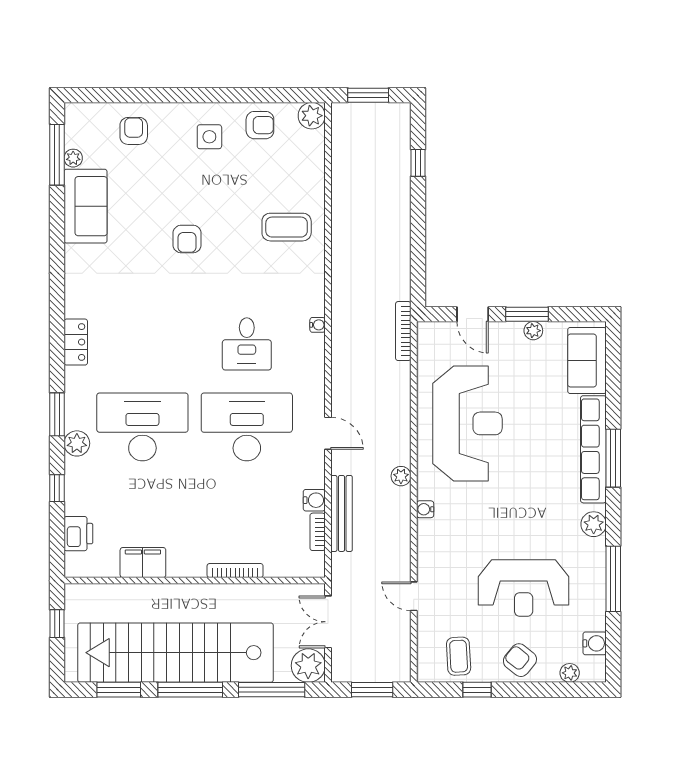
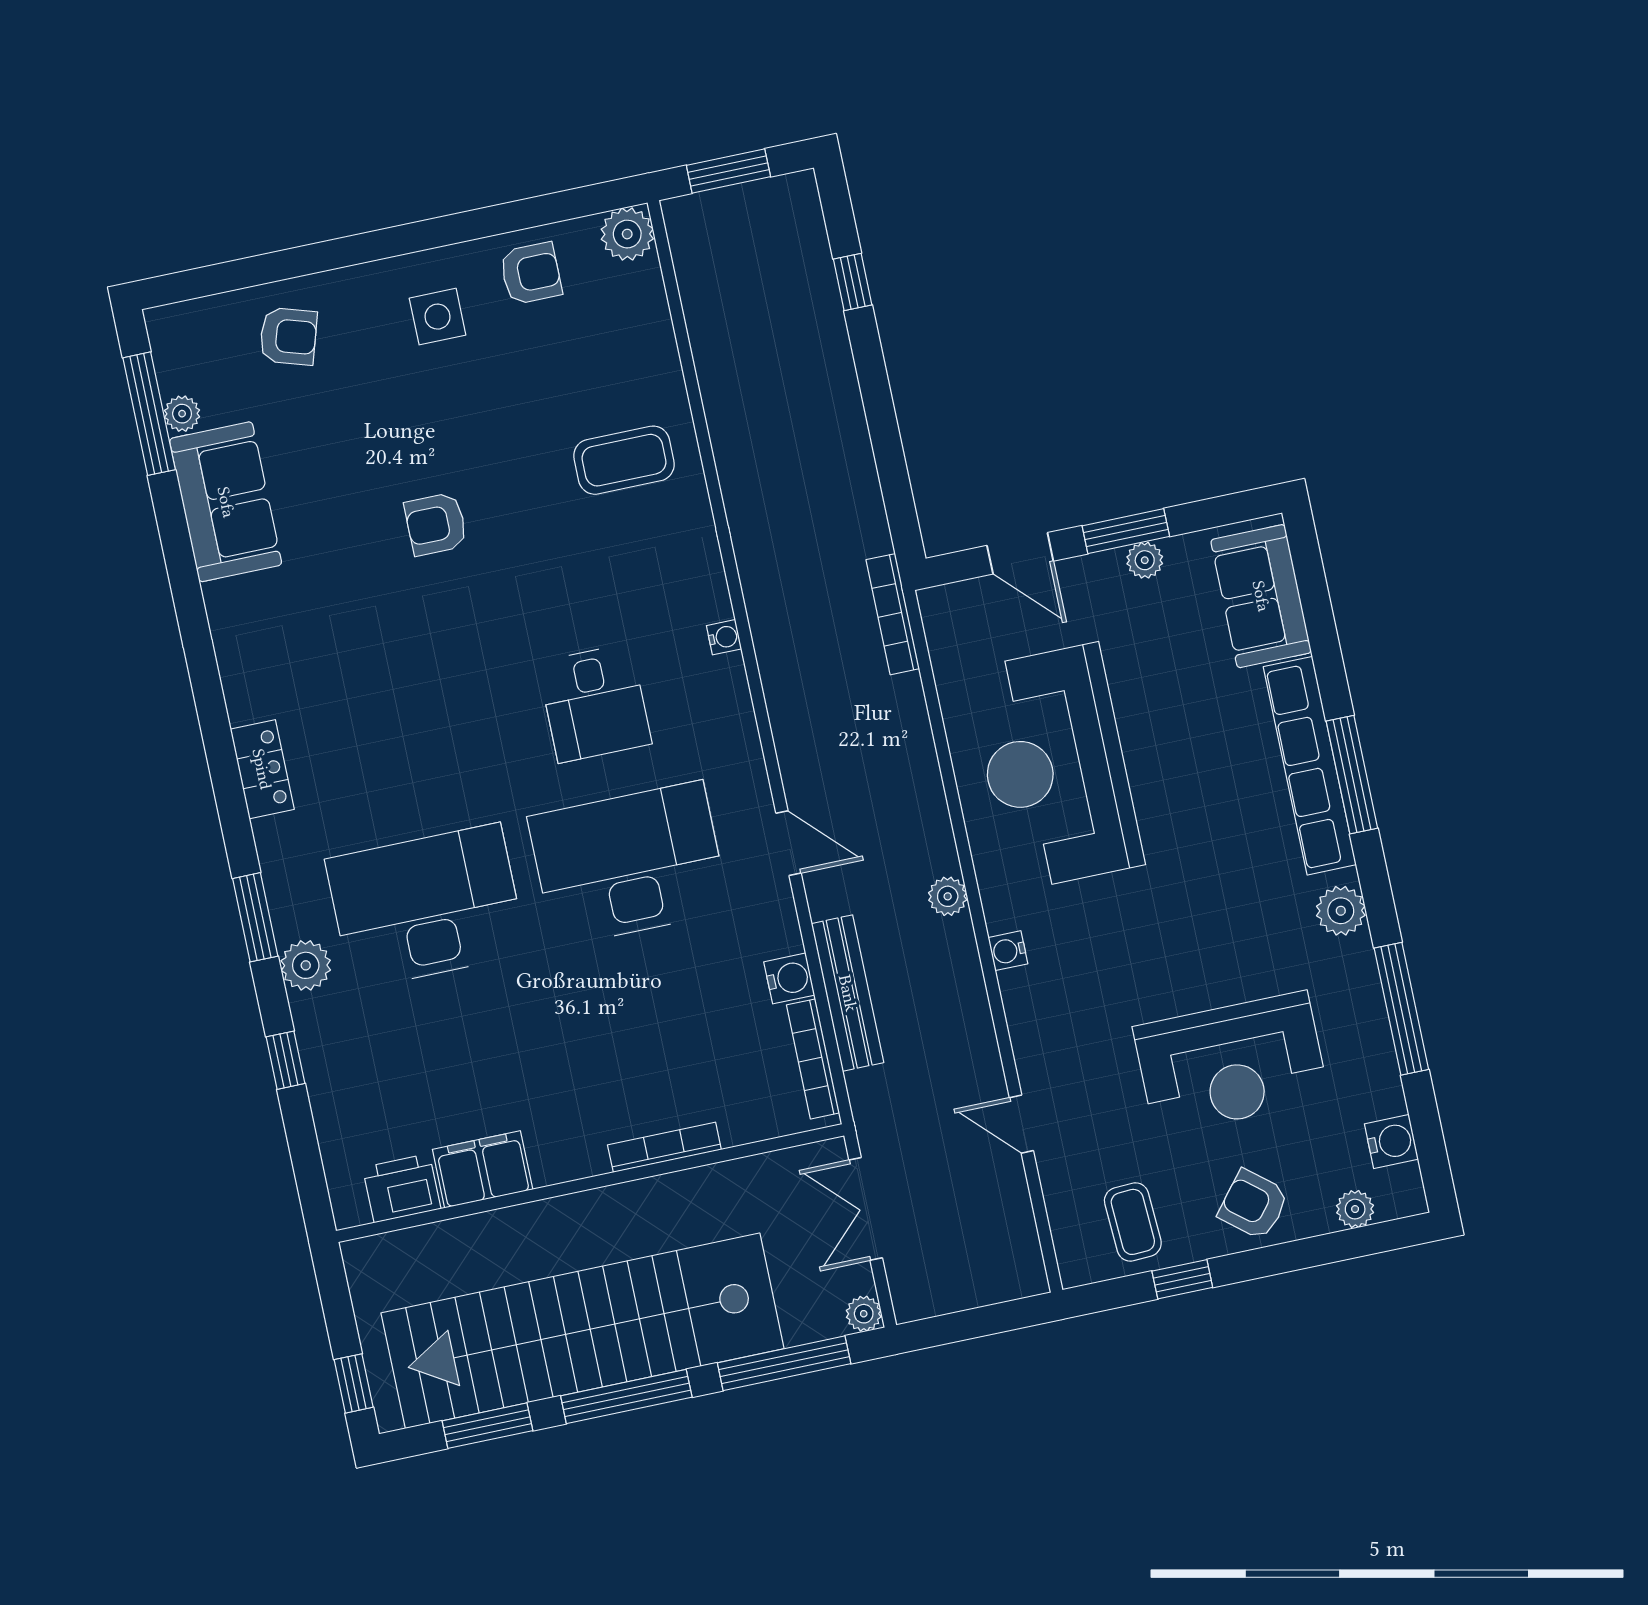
armchair: (134, 131) -> (288, 336), turned 107
armchair: (187, 239) -> (436, 524), turned 90
reception desk: (467, 423) -> (1055, 767), turned 180
bookcase: (318, 532) -> (813, 1059), width x1.56
printer: (78, 534) -> (402, 1188), moved, turned -90
window: (57, 624) -> (354, 1383), moved
plant: (308, 666) -> (864, 1314), width x0.53, depth x0.53
window: (372, 690) -> (979, 1322), removed

